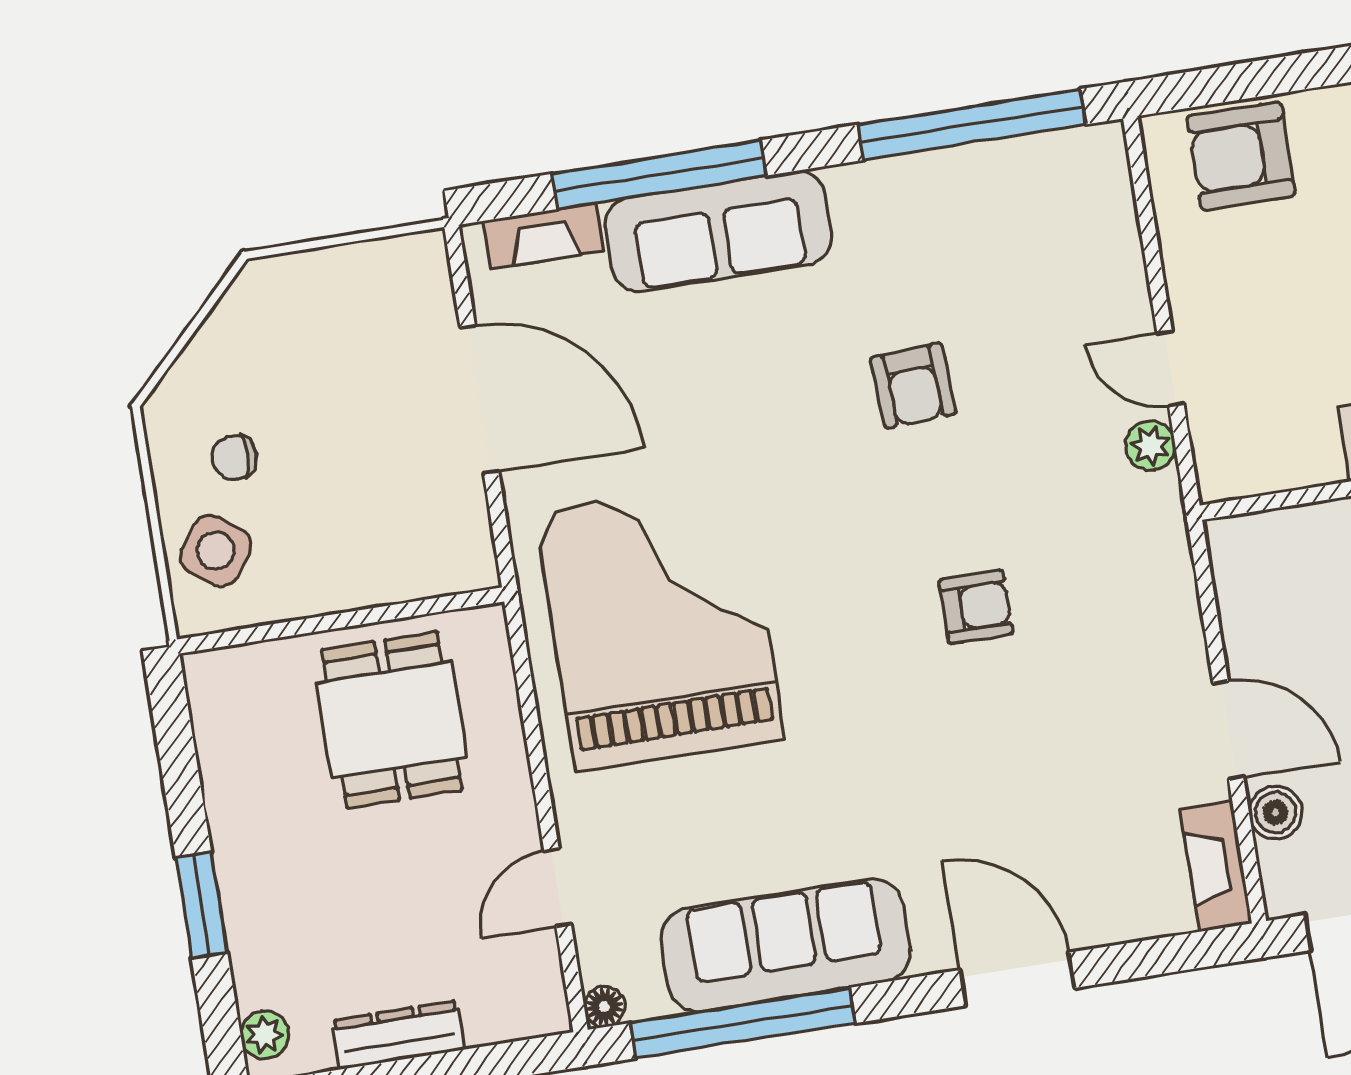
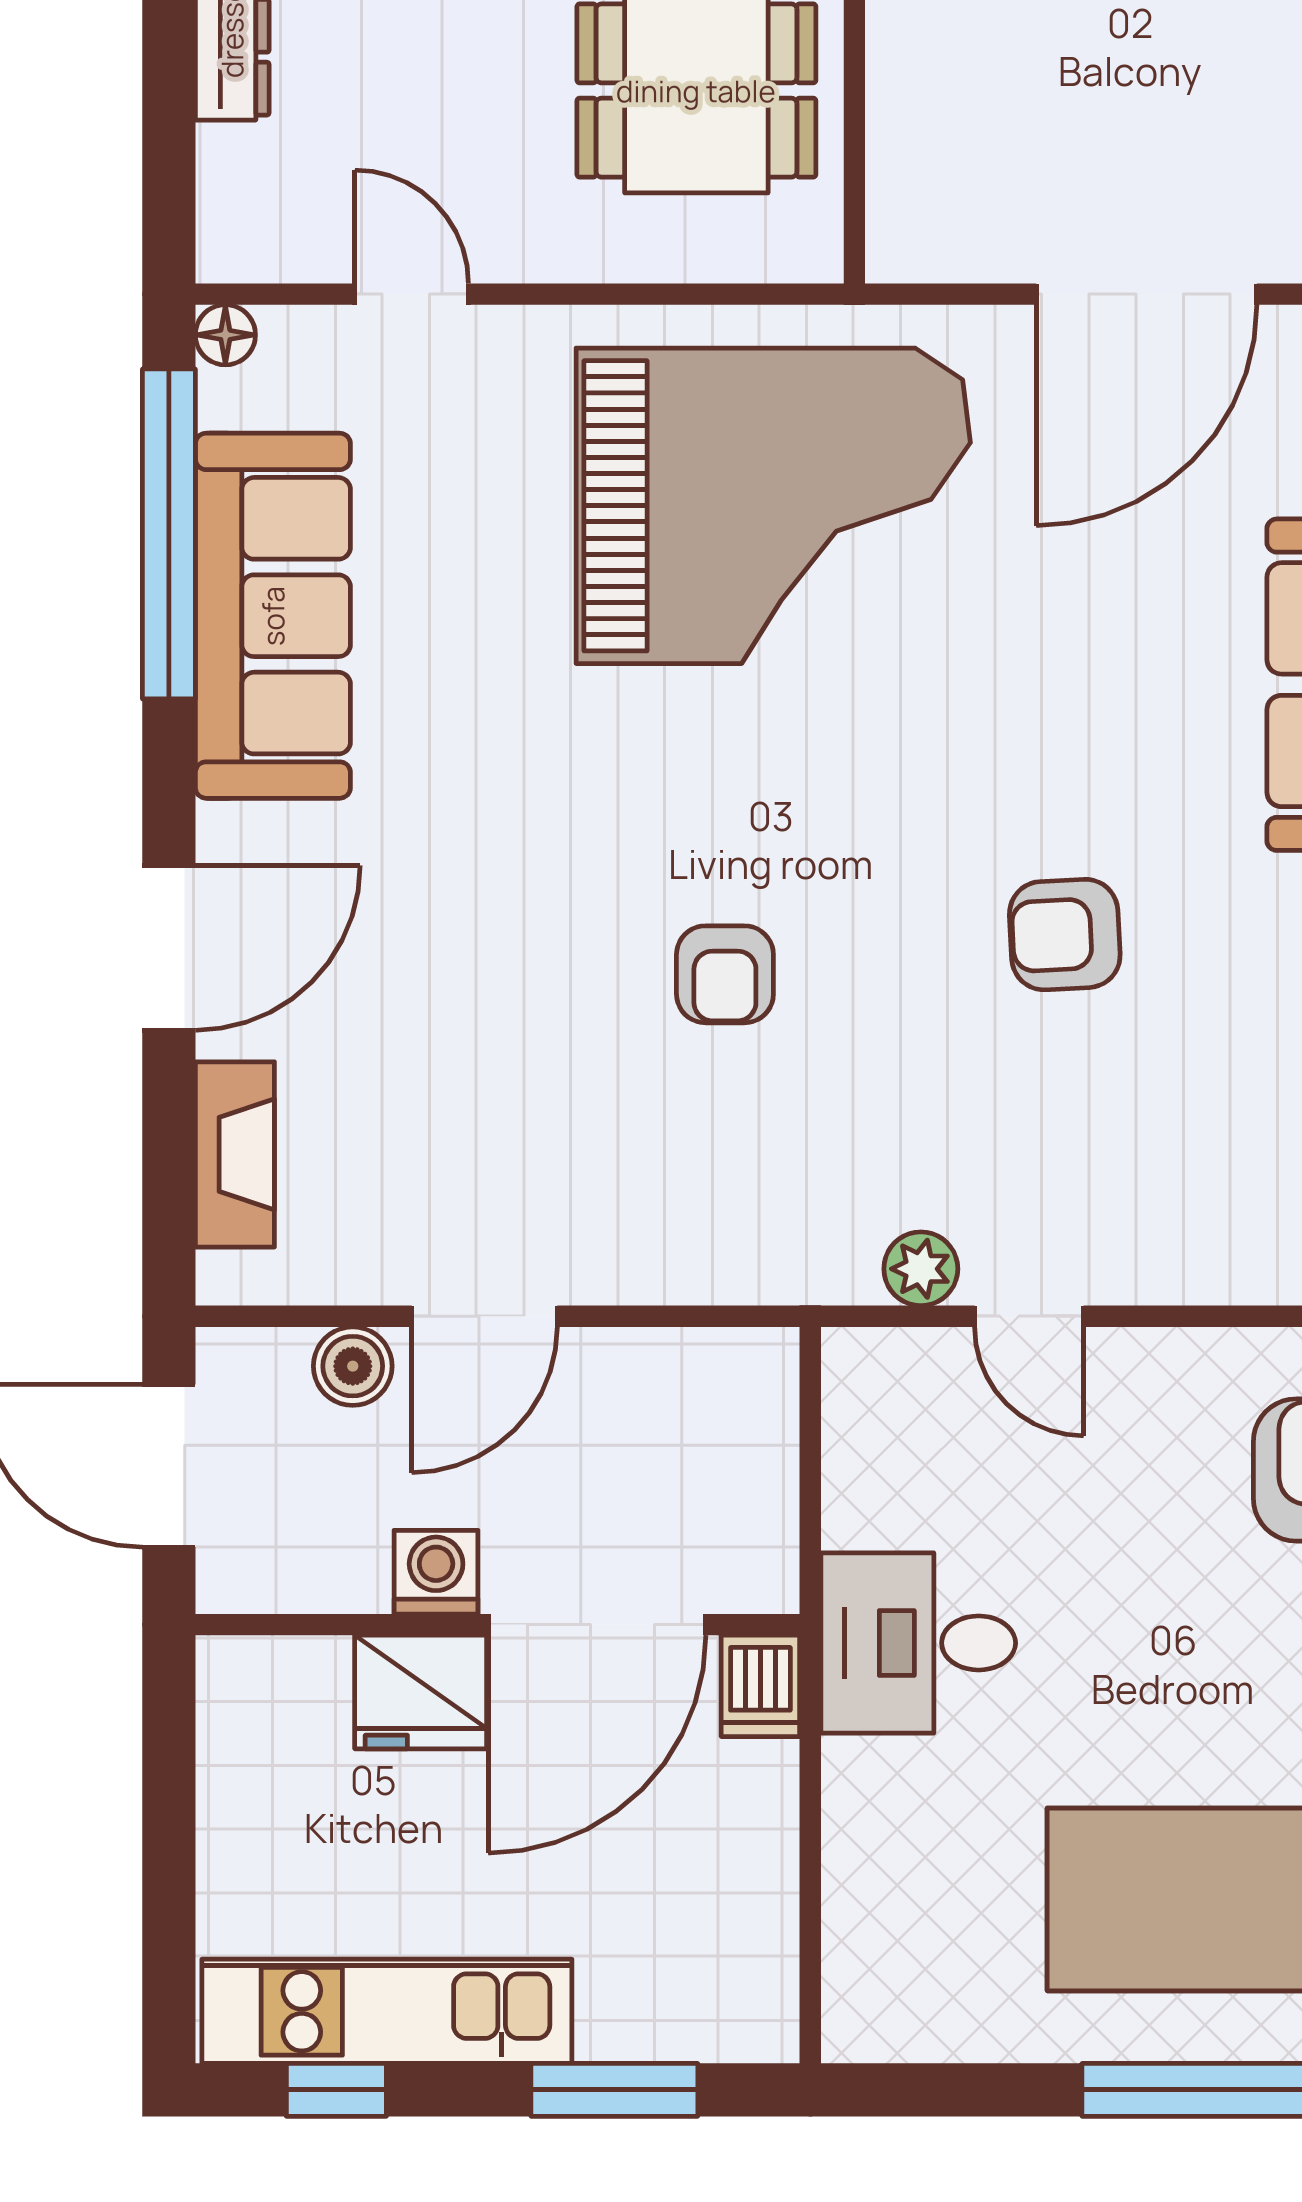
door: (1170, 369) -> (1029, 1316), swing flipped
fireplace: (1216, 866) -> (235, 1154), moved, turned 90

